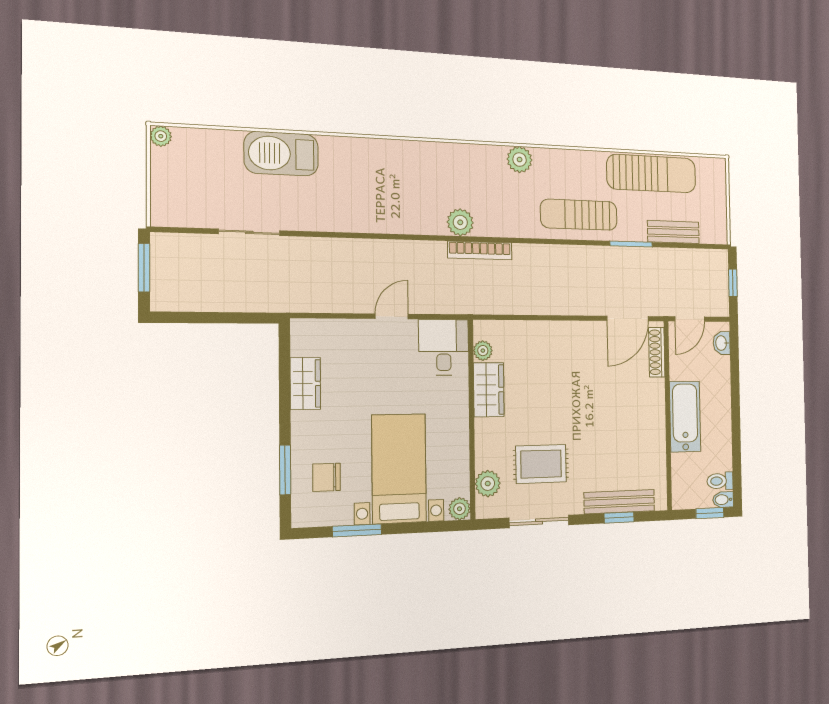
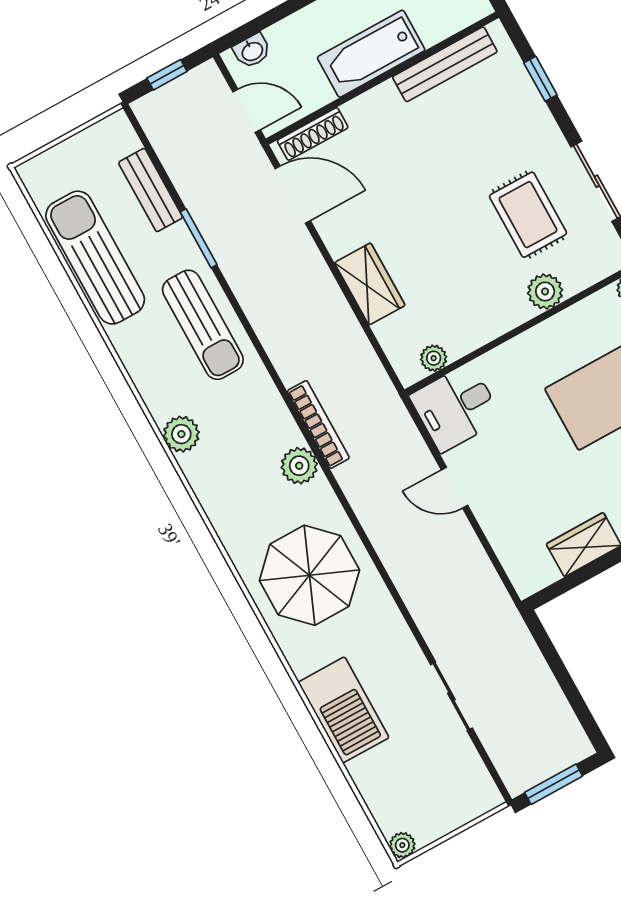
parasol: (385, 186) -> (309, 575), added
wardrobe: (489, 390) -> (370, 284), moved, turned 90
plant: (488, 484) -> (545, 291), moved
bench: (619, 502) -> (445, 64), moved, turned 90

